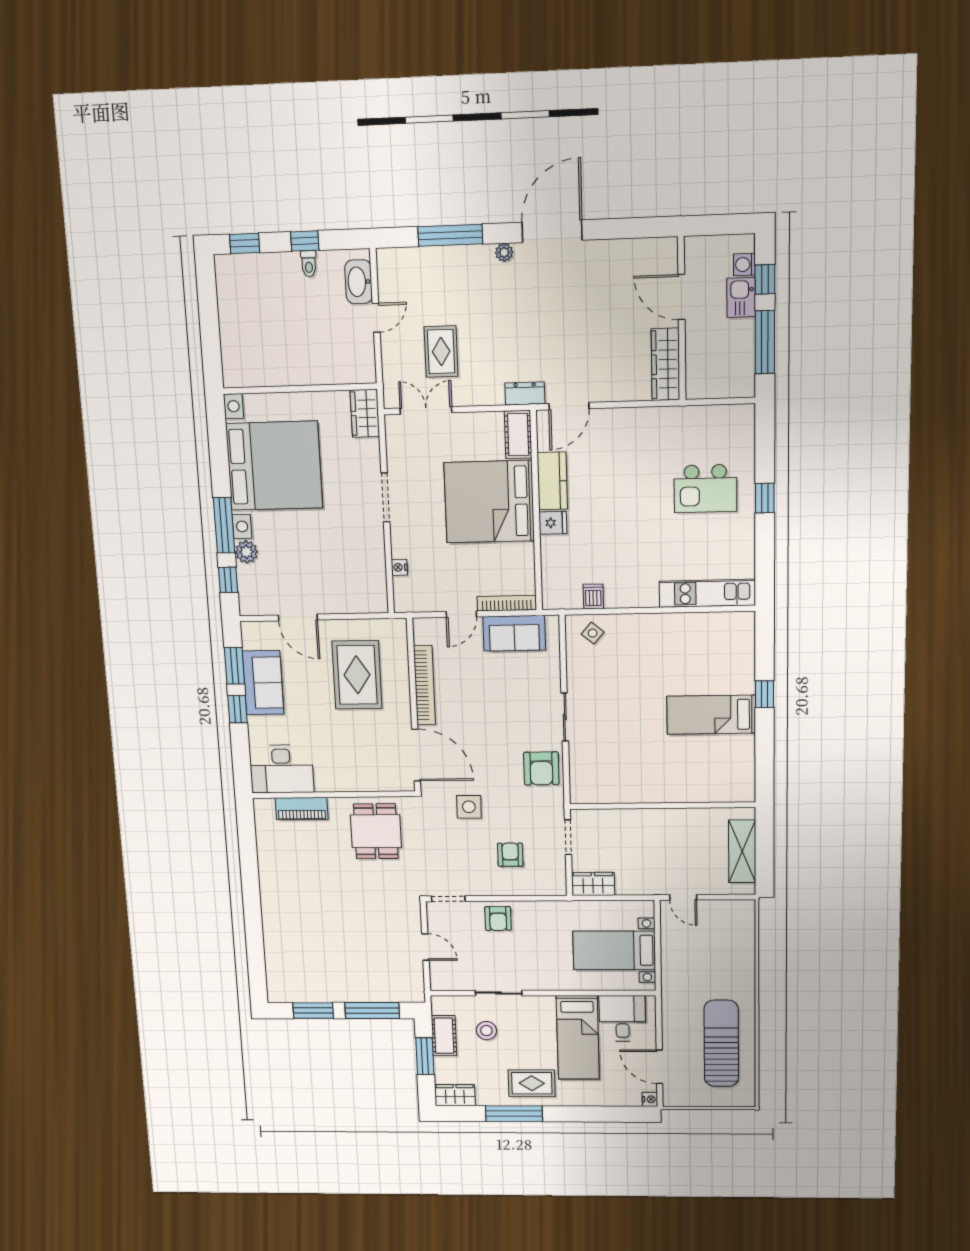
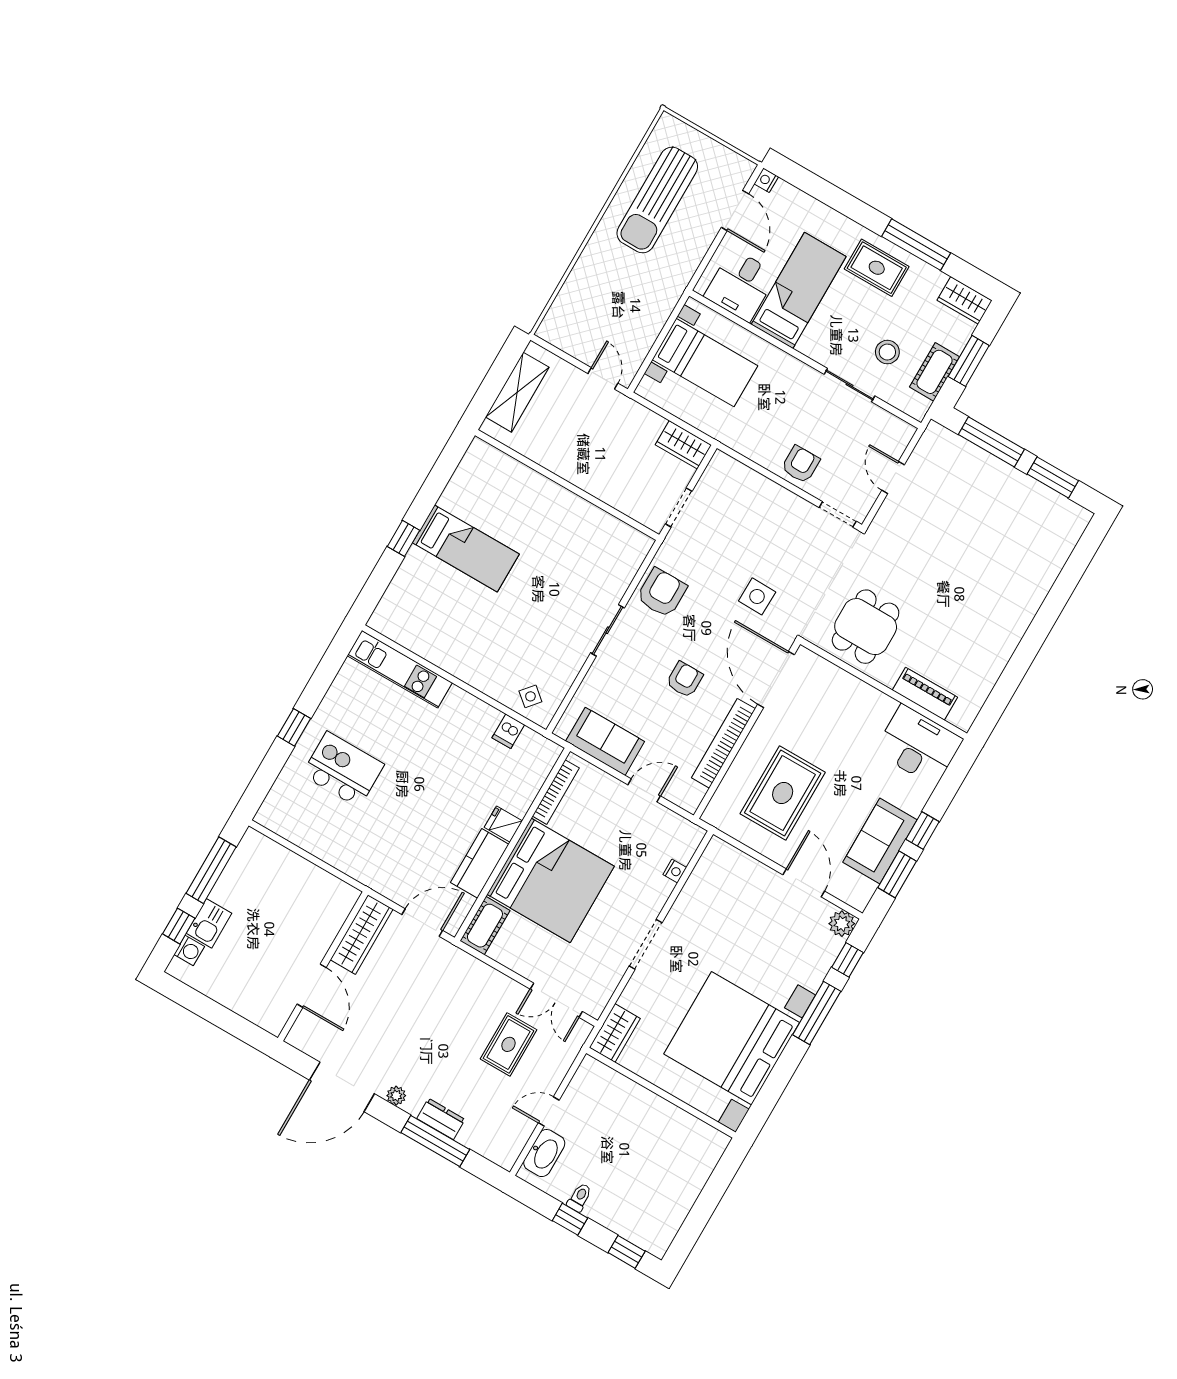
door: (681, 297) -> (312, 986), moved
wall: (682, 319) -> (323, 966), moved
wardrobe: (666, 364) -> (362, 935), moved
dresser: (525, 393) -> (441, 1119), moved, turned 180
plant: (246, 552) -> (842, 924), moved
bookcase: (507, 603) -> (556, 792), moved, turned -90
armchair: (510, 855) -> (685, 679), moved, turned 180

